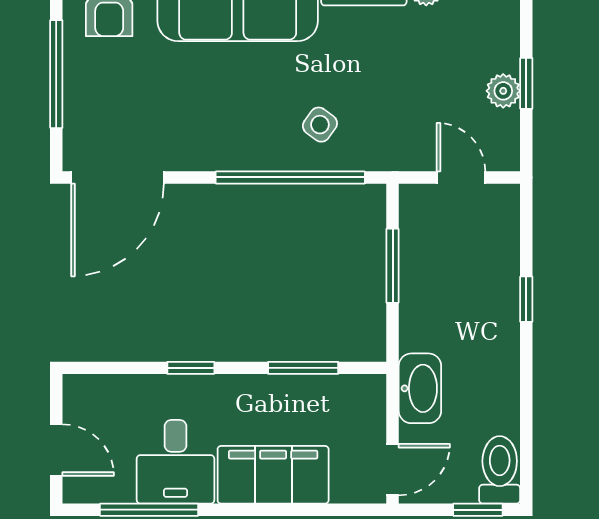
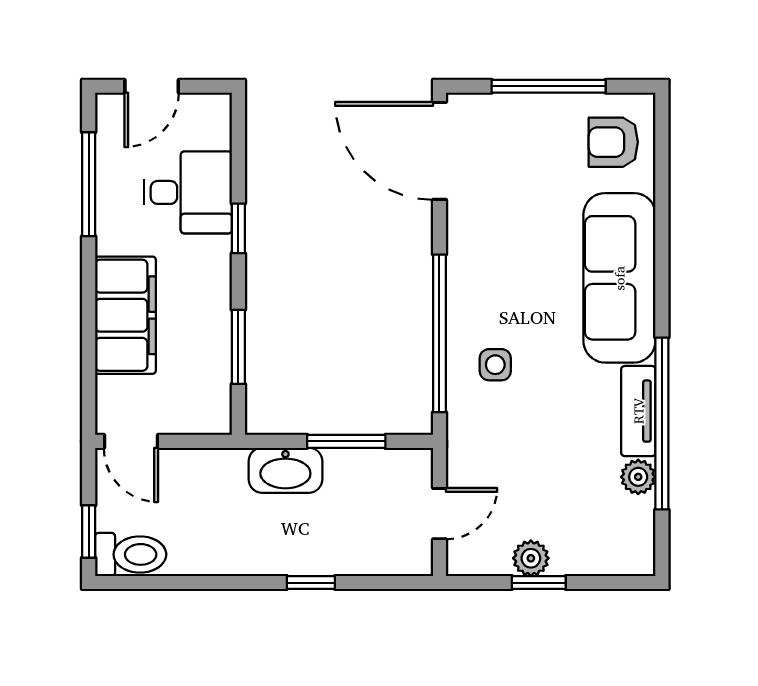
side table: (320, 125) -> (495, 365), turned -36
washbasin: (420, 388) -> (285, 470), moved
desk: (175, 462) -> (188, 192), moved, turned 180

